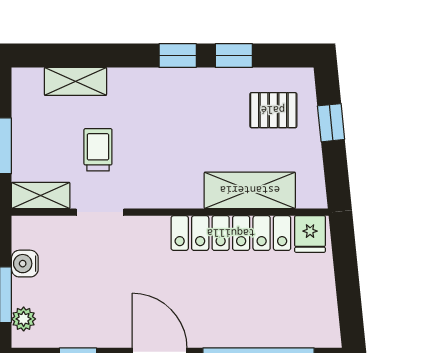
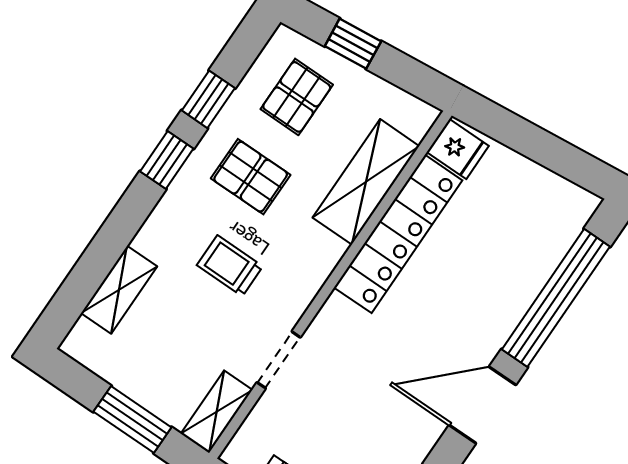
pallet: (203, 116) -> (251, 177), added
trolley: (98, 150) -> (230, 266), moved

